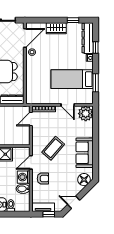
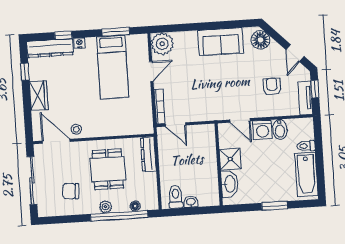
coffee table: (53, 148) -> (217, 89), removed
armchair: (43, 179) -> (272, 86), moved

